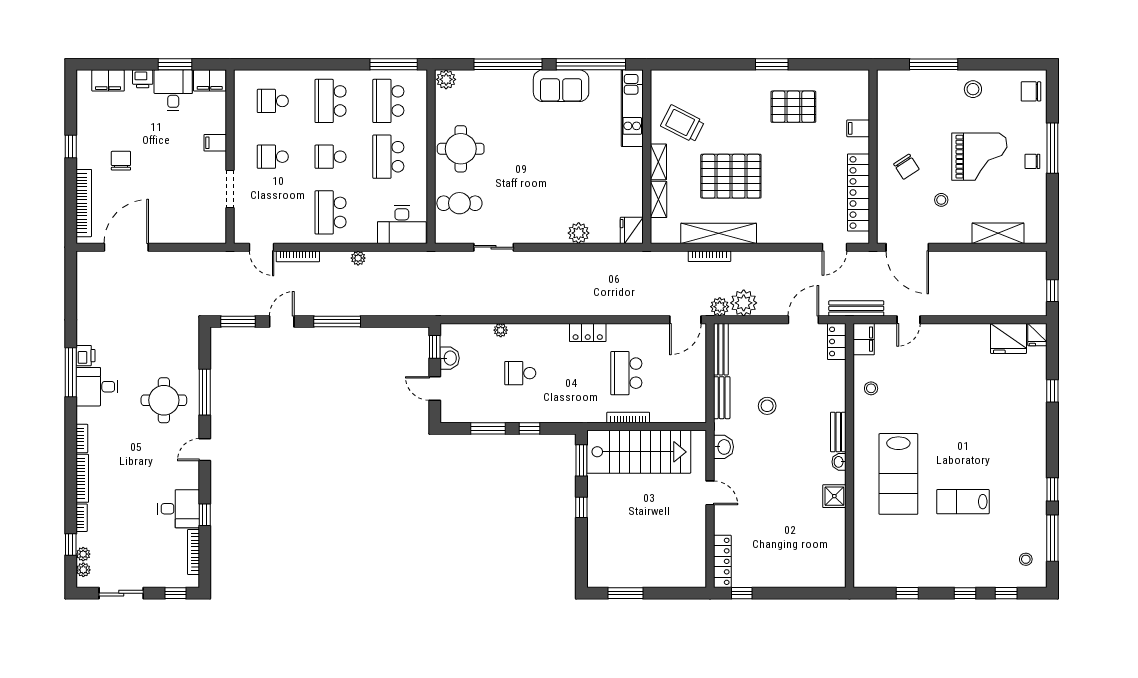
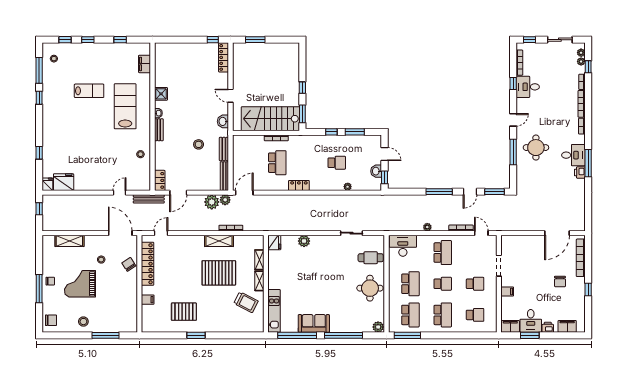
chair: (906, 167) -> (129, 264), moved
shelving: (719, 233) -> (219, 241), width x0.68
filing cabinet: (864, 339) -> (145, 64), moved
window: (626, 593) -> (255, 40), moved

